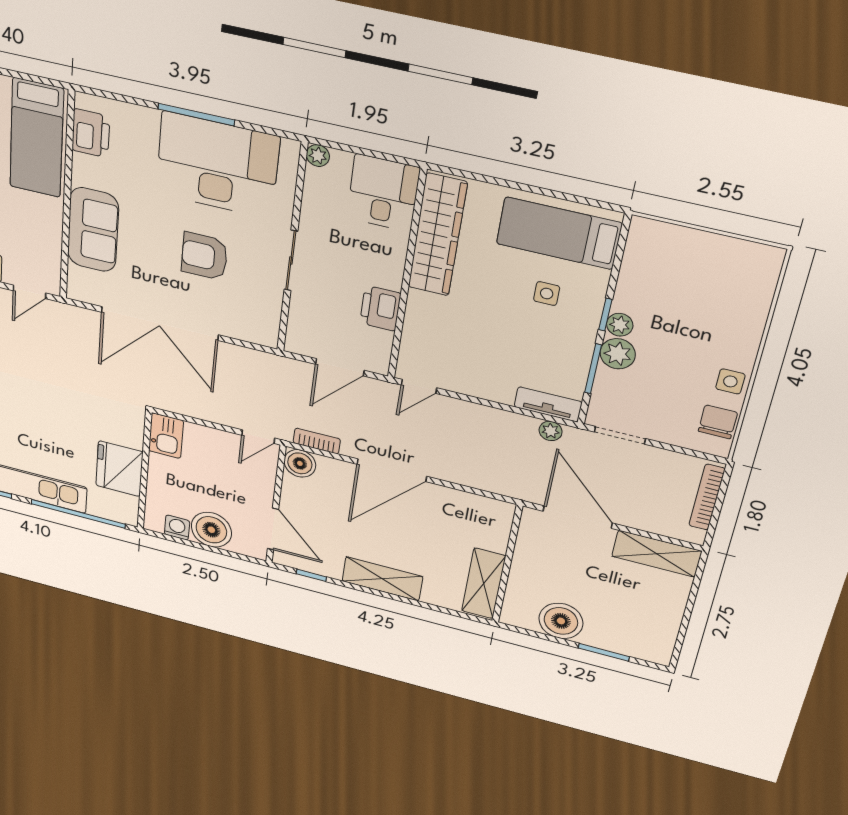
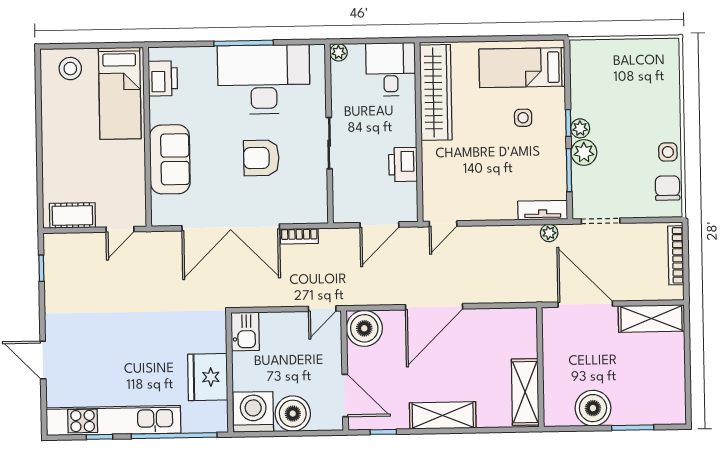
bookcase: (317, 441) -> (299, 236), moved, turned 180
boiler: (300, 463) -> (364, 328), width x1.37, depth x1.37
washing machine: (177, 528) -> (253, 412), width x1.89, depth x1.89

